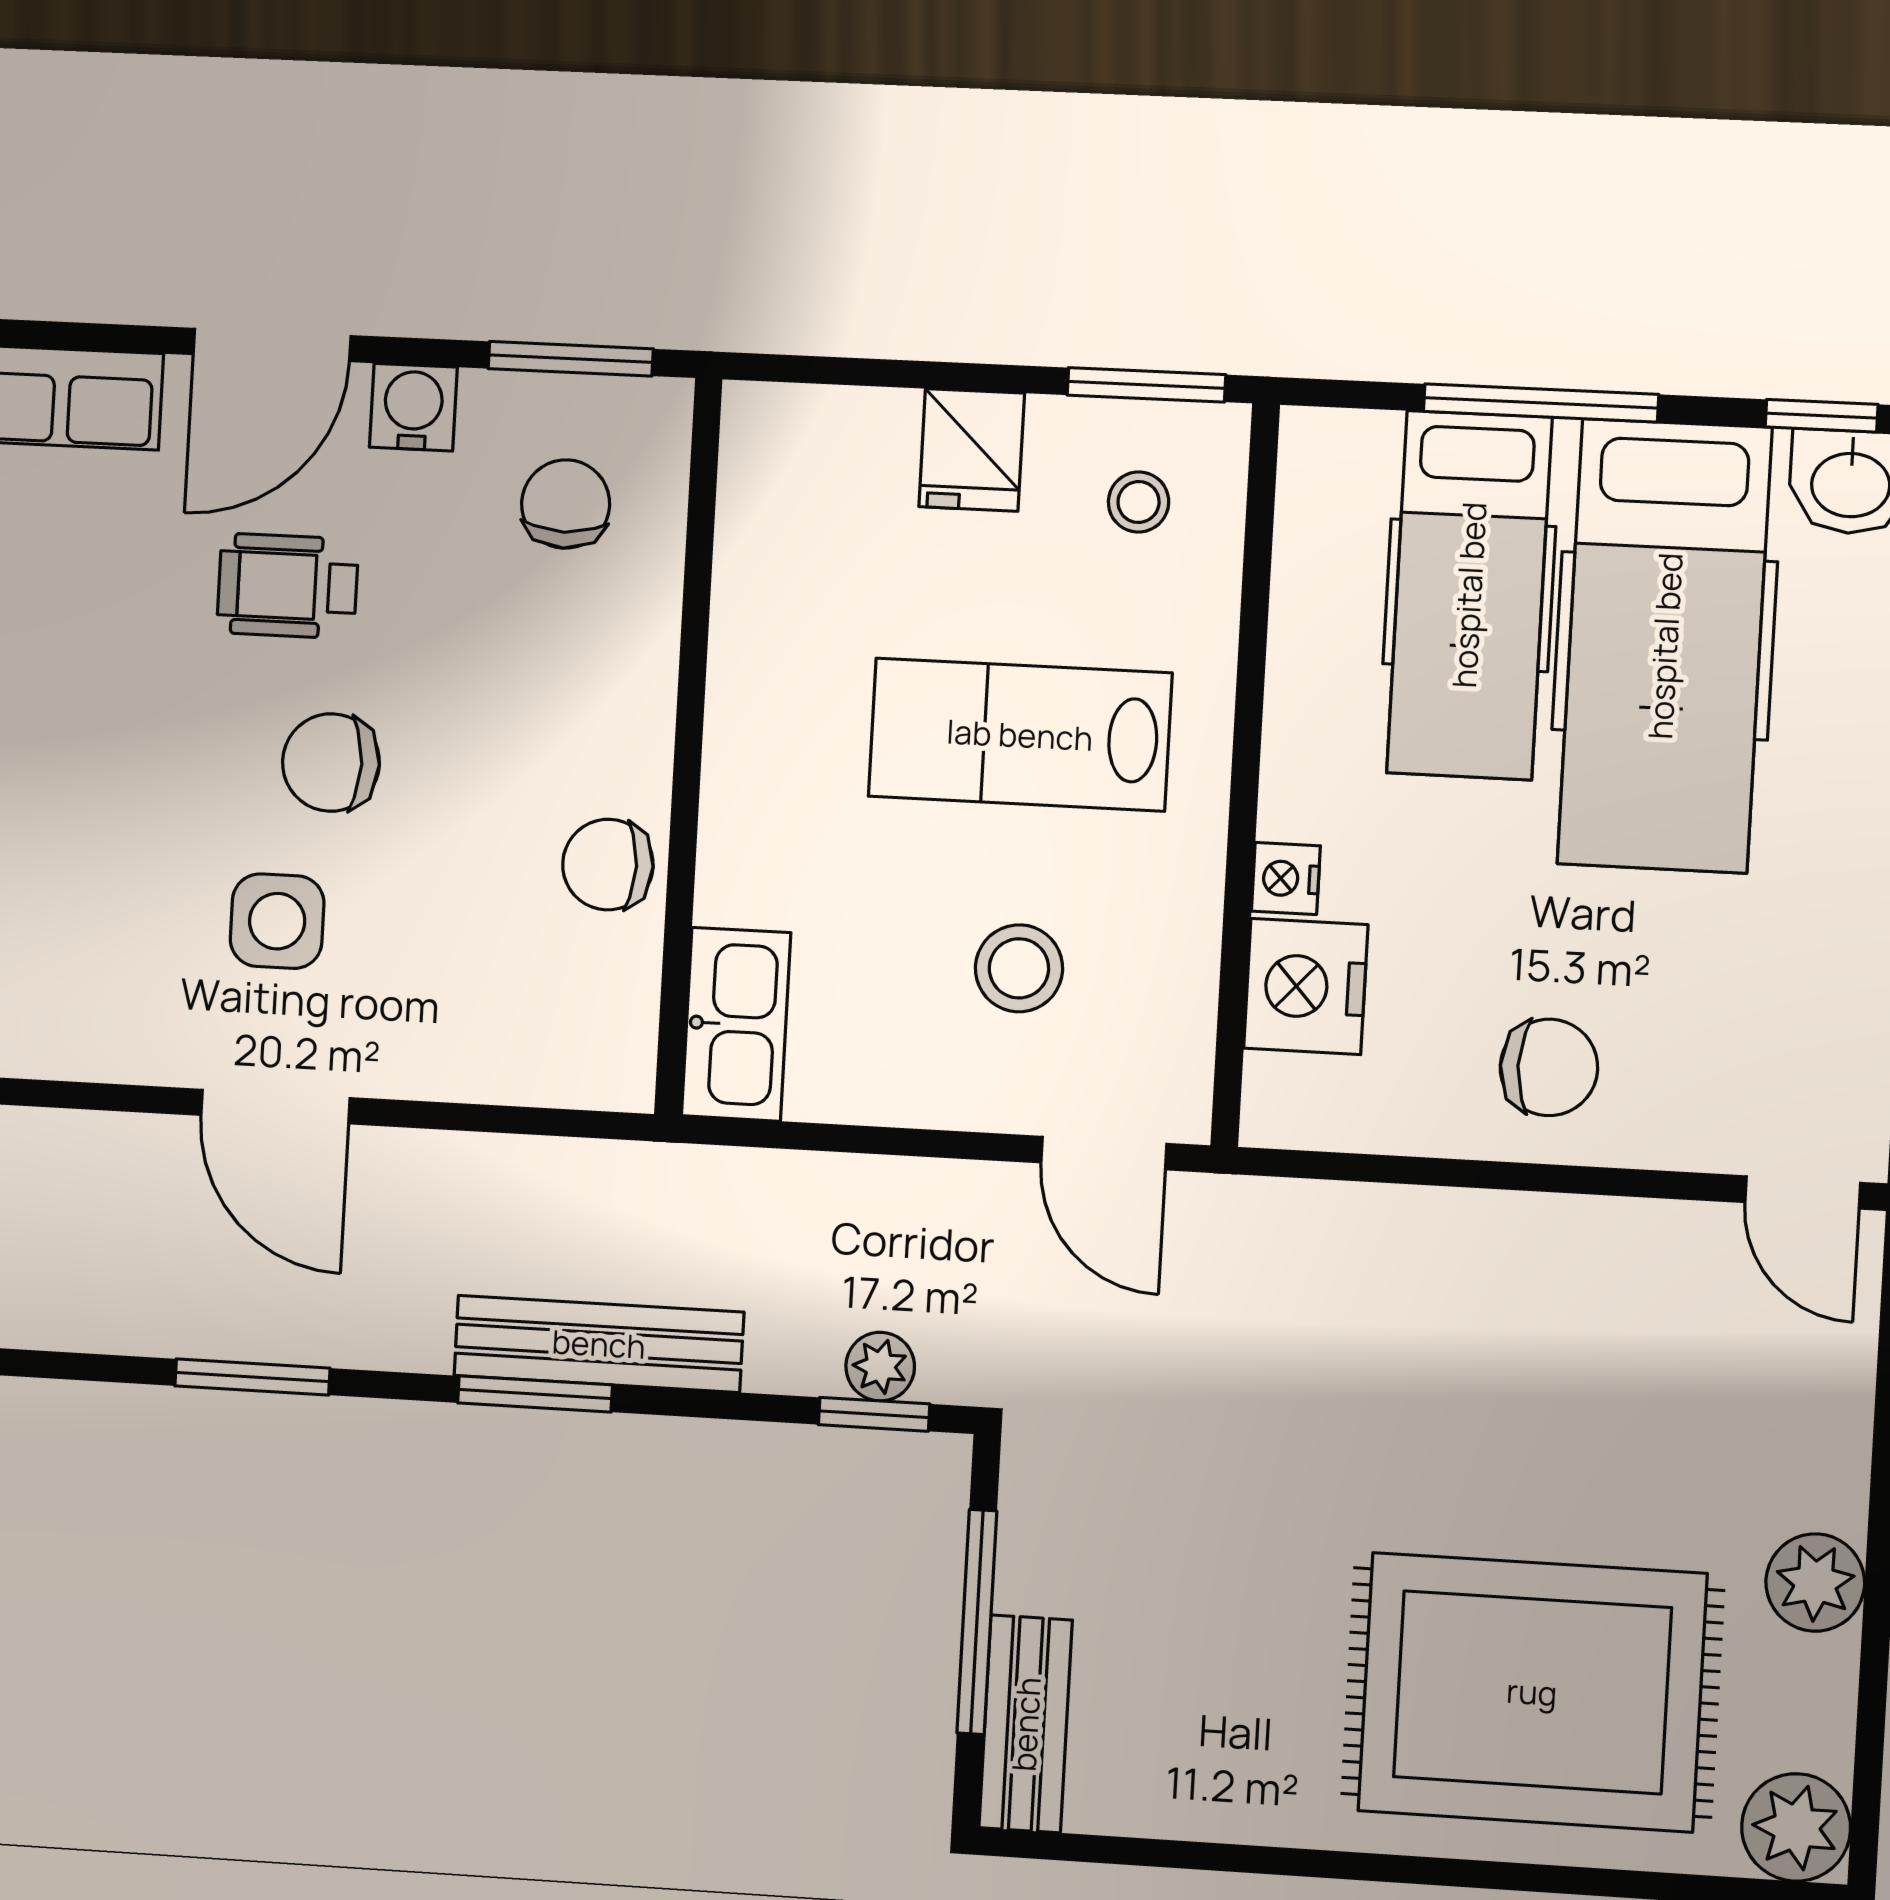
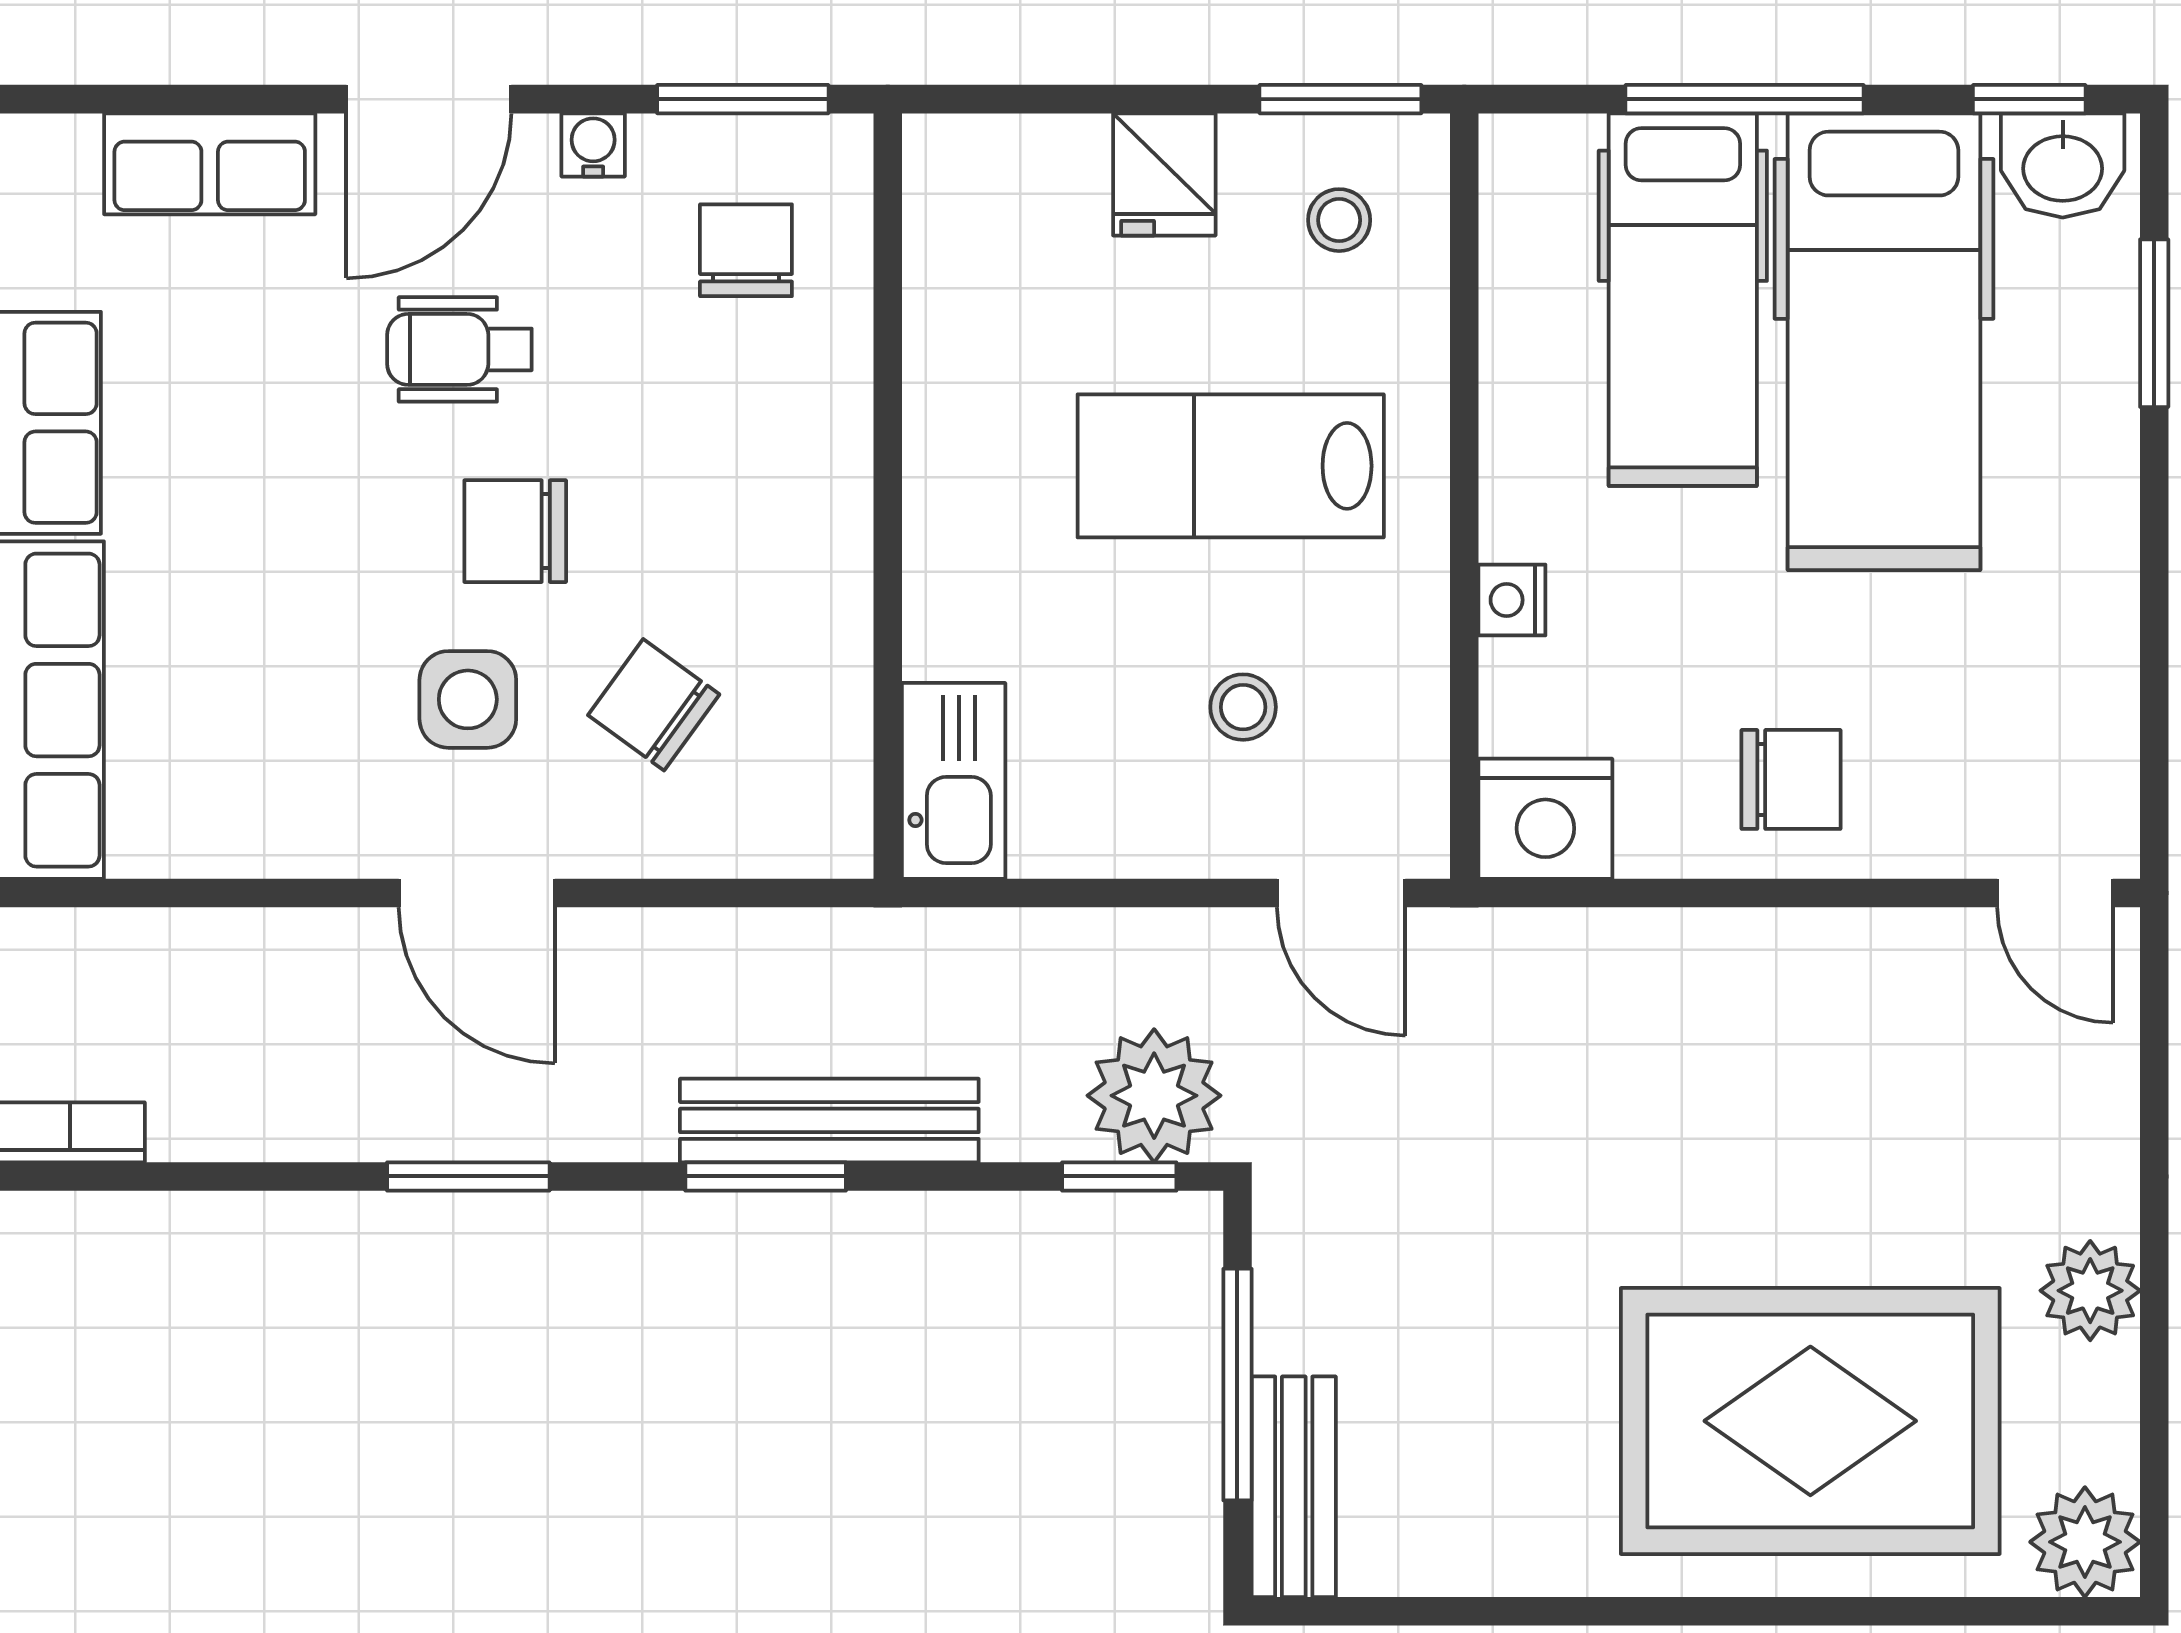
water cooler: (413, 407) -> (593, 145), width x0.72, depth x0.72
chair: (608, 865) -> (654, 705), moved, turned 36
stool: (1019, 968) -> (1243, 707), width x0.73, depth x0.73
nightstand: (1306, 987) -> (1545, 819), moved, turned -90
plant: (880, 1367) -> (1154, 1096), width x1.88, depth x1.88

